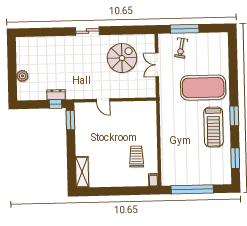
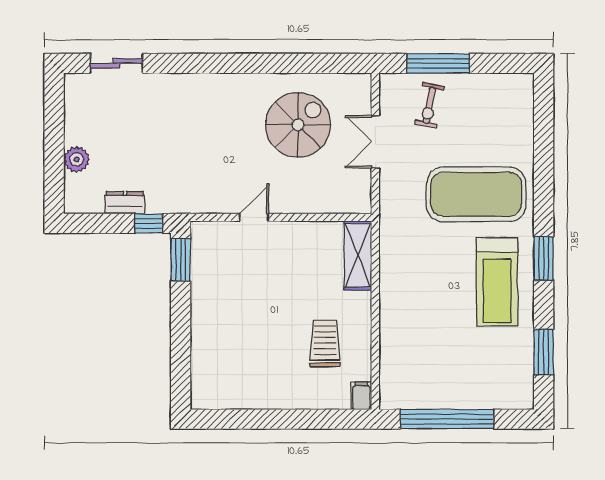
sliding door: (88, 31) -> (116, 63), moved
dresser: (56, 95) -> (125, 203), moved
door: (103, 100) -> (254, 217), swing flipped
shelving: (82, 172) -> (358, 255), moved

